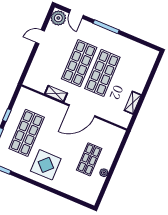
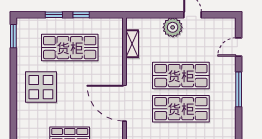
plant: (58, 18) -> (173, 27), moved
shelving: (56, 94) -> (132, 44), moved

